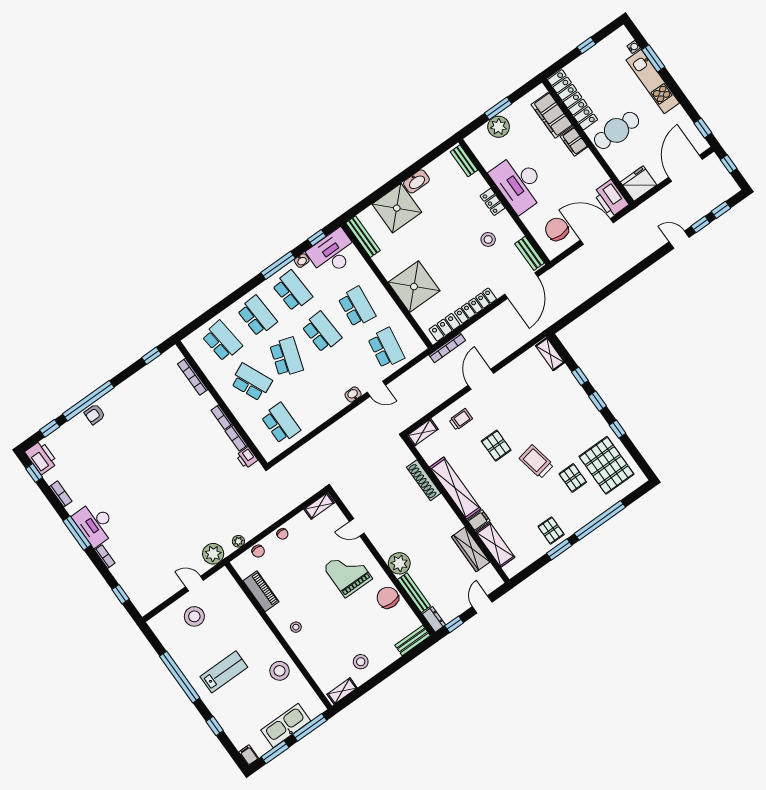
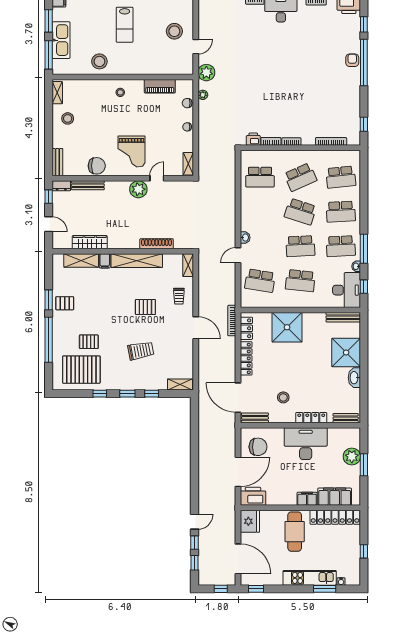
locker: (492, 202) -> (311, 418), width x1.53
trolley: (536, 462) -> (141, 351), moved
plant: (399, 563) -> (138, 189), moved
grand piano: (348, 573) -> (132, 151), turned 90

